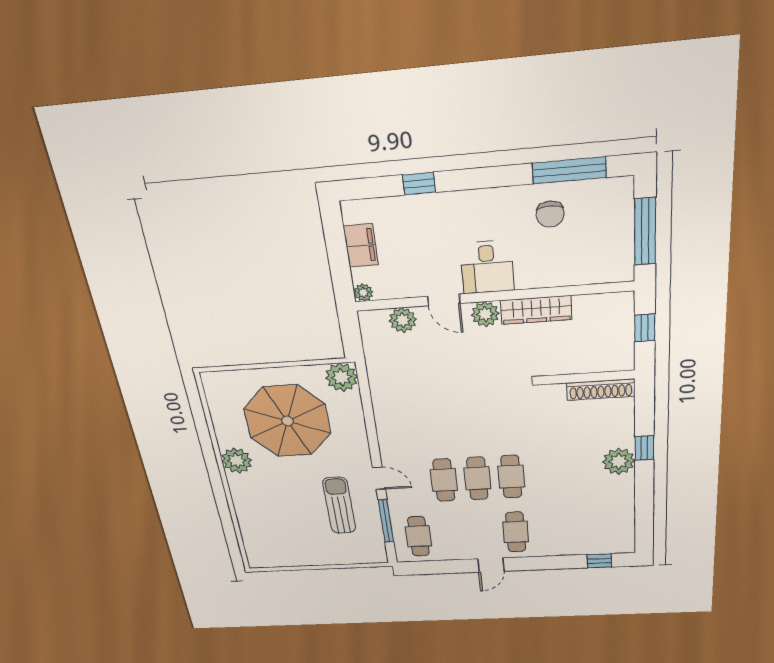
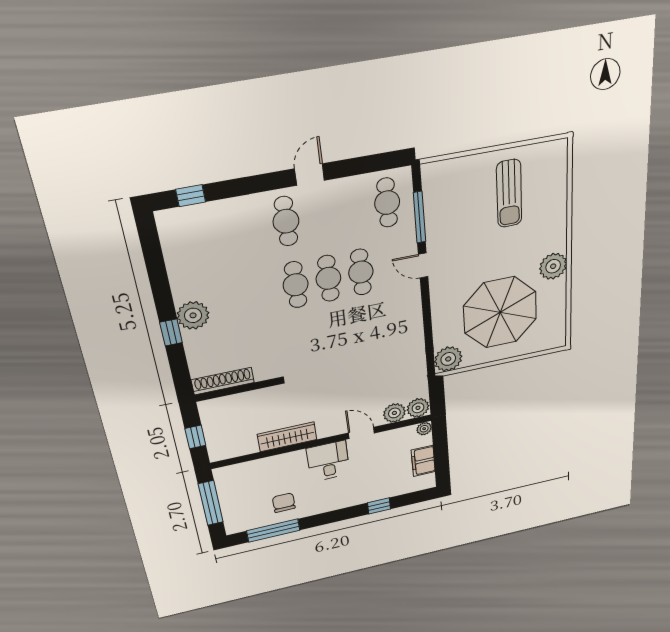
plant: (485, 314) -> (418, 408), moved
sun lounger: (339, 505) -> (509, 194), moved

